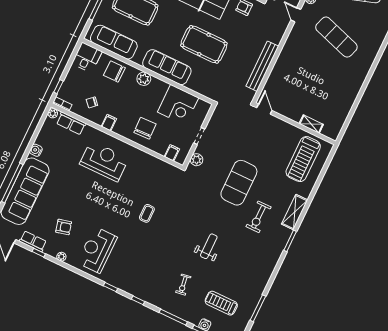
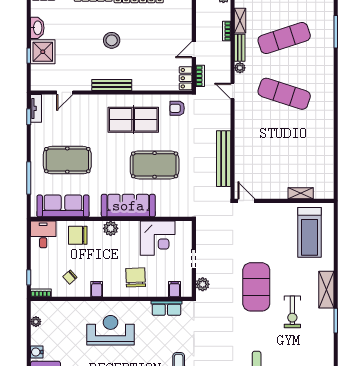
plant: (53, 113) -> (36, 322), moved
row of seats: (71, 123) -> (166, 308), moved

